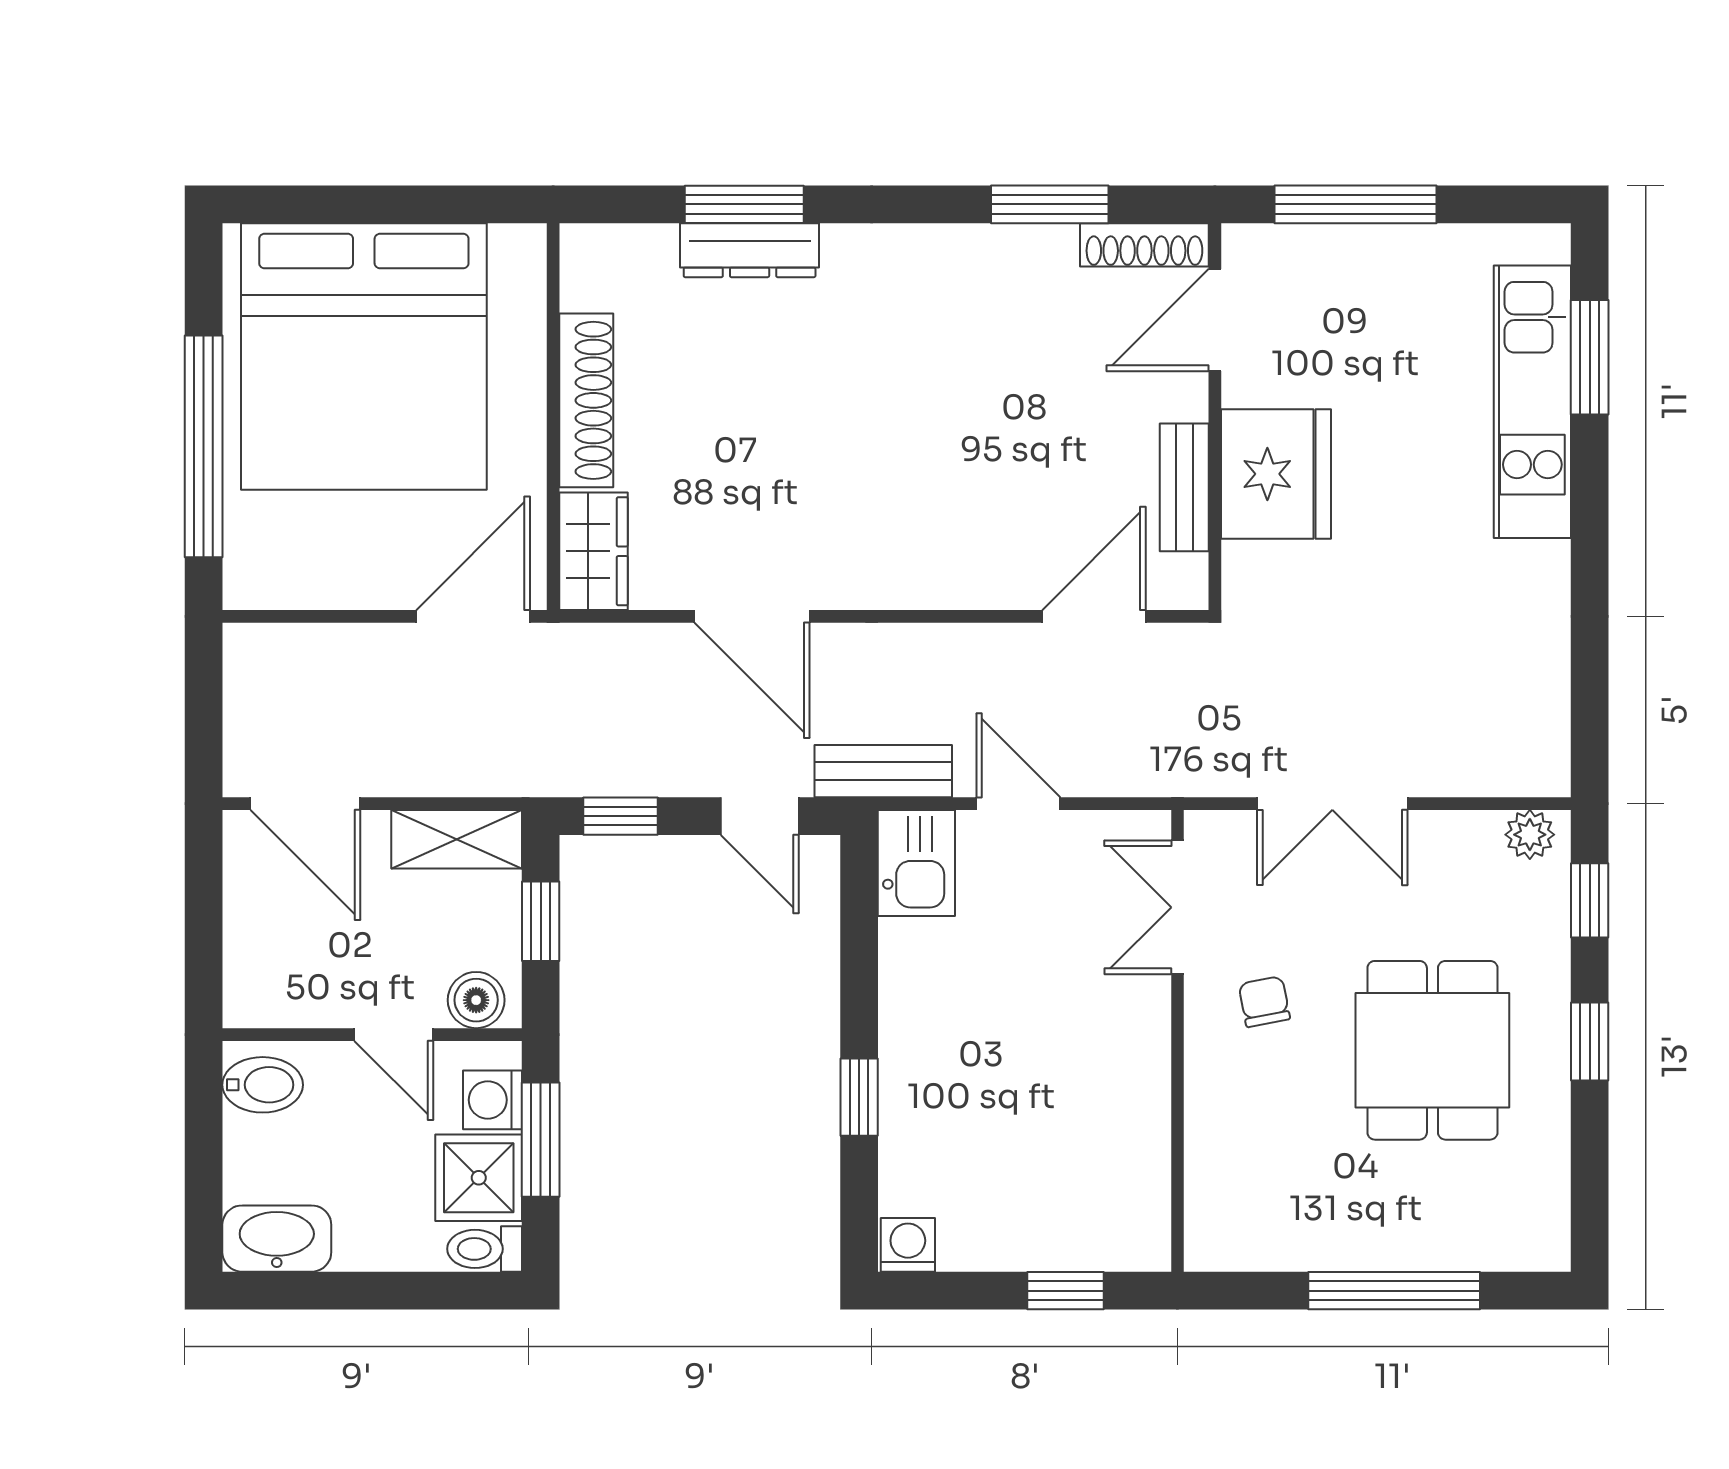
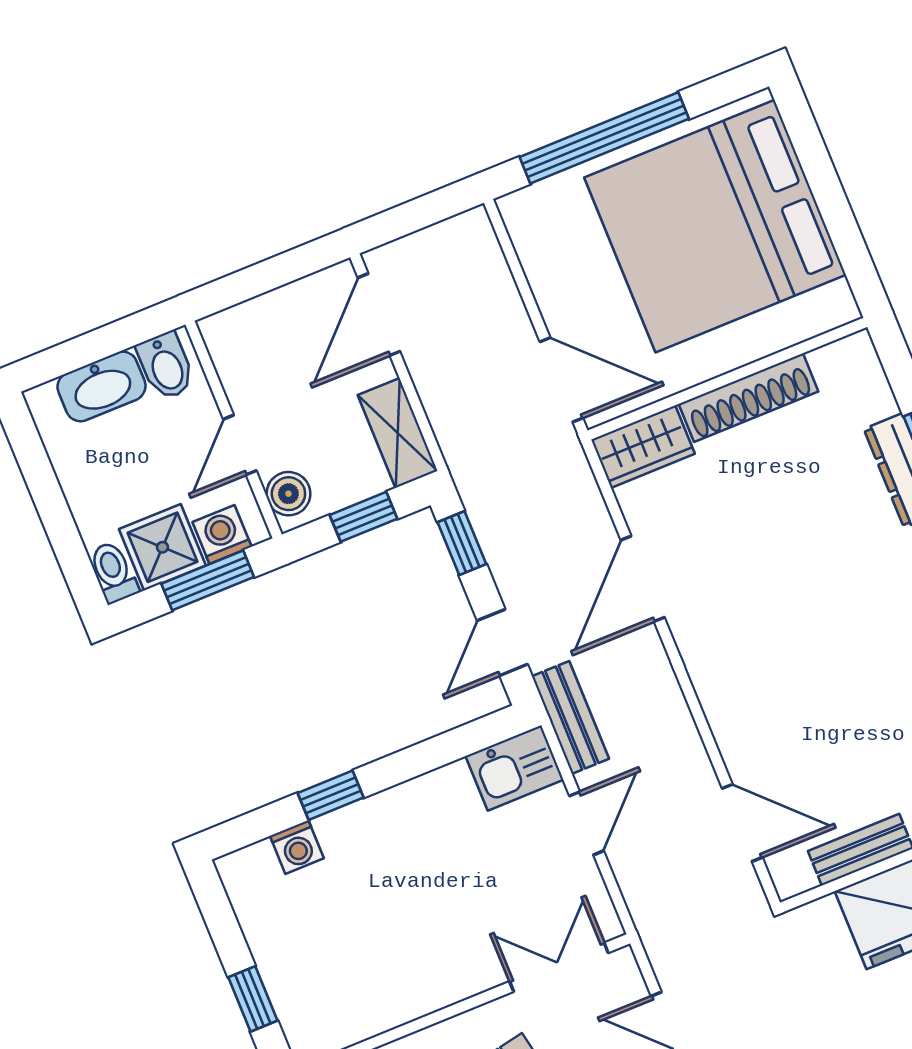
washbasin: (277, 1239) -> (102, 386), moved, turned 90
washing machine: (908, 1245) -> (297, 847), moved, turned 90

